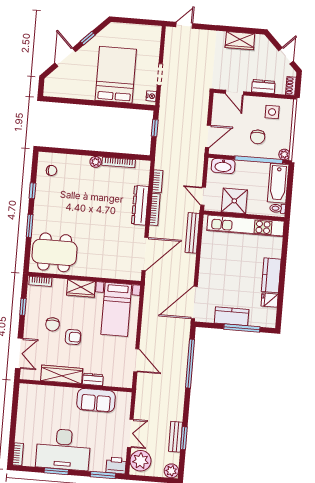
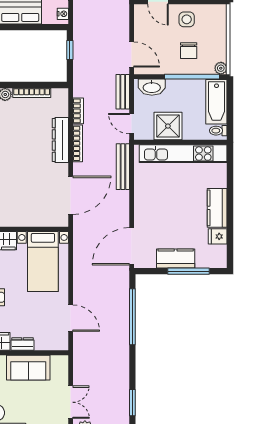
side table: (272, 112) -> (187, 19), moved
door: (208, 136) -> (132, 54), hinge flipped
bench: (175, 437) -> (123, 92), moved

